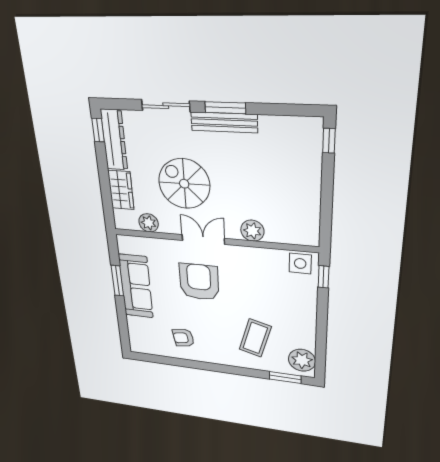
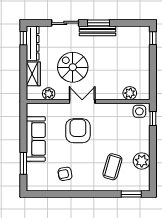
plant: (252, 231) -> (130, 93), moved
window: (117, 281) -> (23, 163), moved
plant: (302, 360) -> (142, 161), moved

